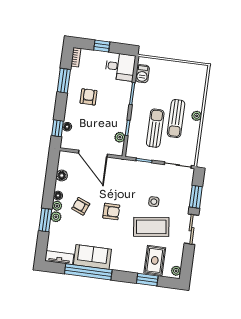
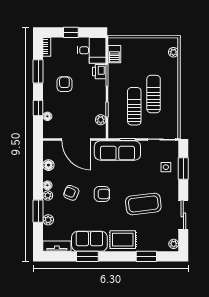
printer: (125, 89) -> (99, 72), added
plant: (197, 116) -> (173, 52), moved
sun lounger: (176, 119) -> (154, 94), turned 180
window: (57, 128) -> (38, 108), moved
sofa: (133, 170) -> (117, 150), added
side table: (154, 202) -> (166, 167), moved
plant: (56, 217) -> (48, 220), moved
sliding door: (192, 229) -> (183, 215), moved
rug: (155, 260) -> (123, 240), moved, turned 90
window: (88, 272) -> (87, 256), width x0.47

